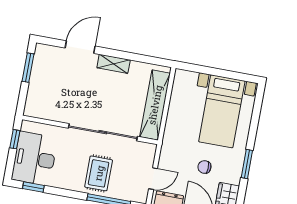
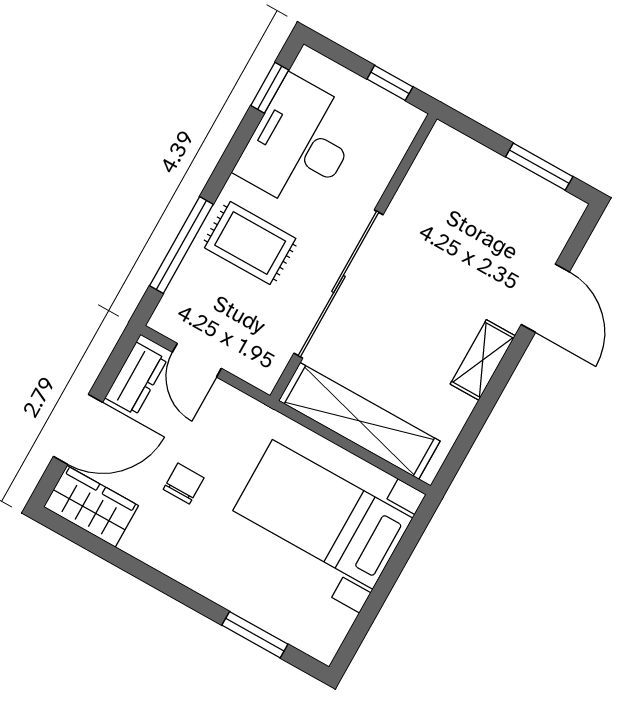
bed with nightstands: (222, 111) -> (323, 514), moved
desk: (34, 159) -> (300, 144), moved, turned -90
window: (247, 164) -> (255, 635), moved

